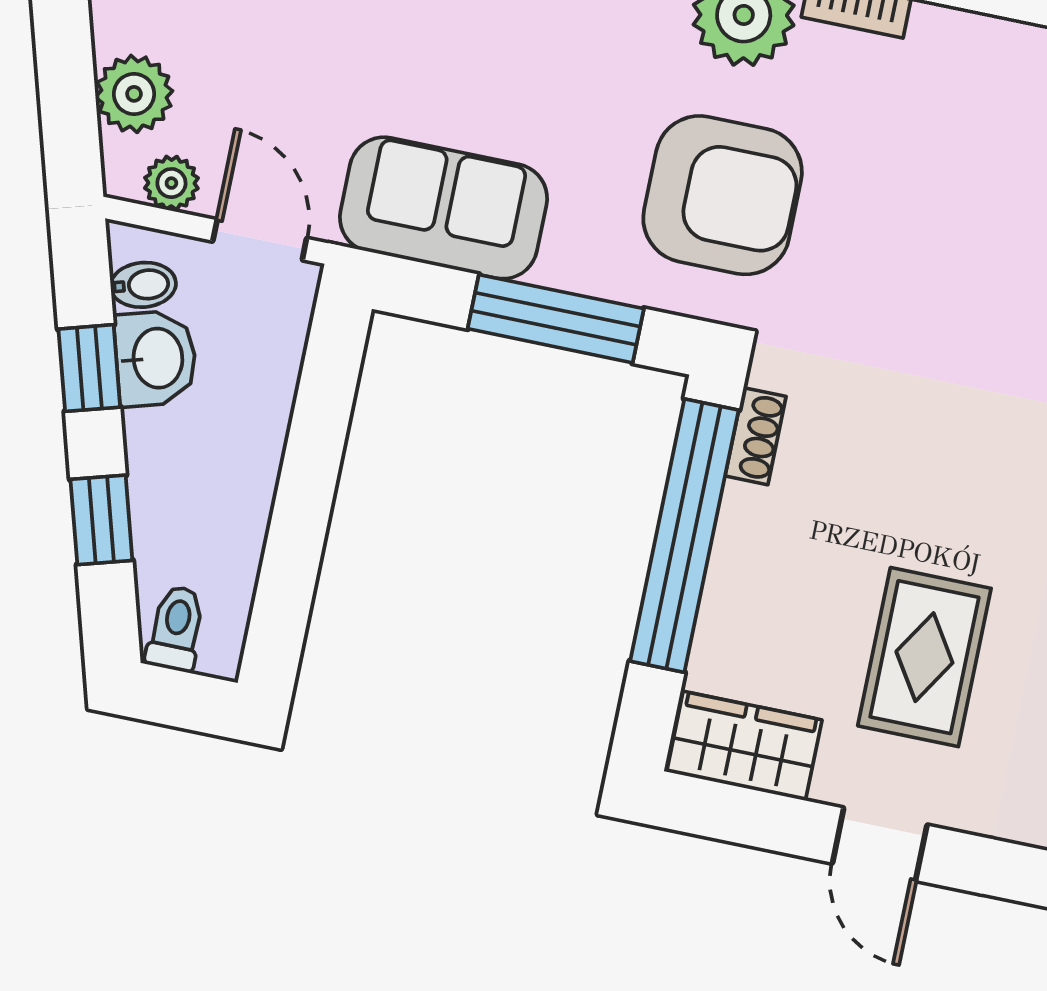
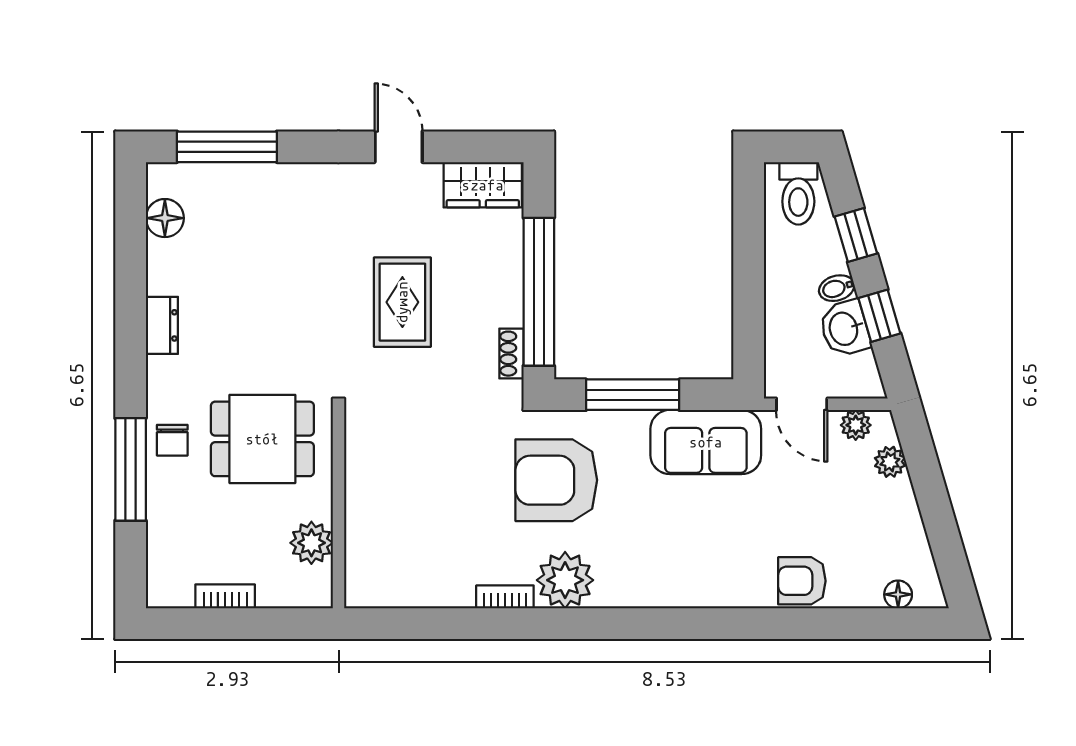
plant: (134, 94) -> (890, 462), width x0.73, depth x0.73
bidet: (143, 285) -> (837, 288), moved
toilet: (176, 628) -> (798, 193), width x1.37, depth x1.39
rug: (924, 657) -> (402, 302), moved

